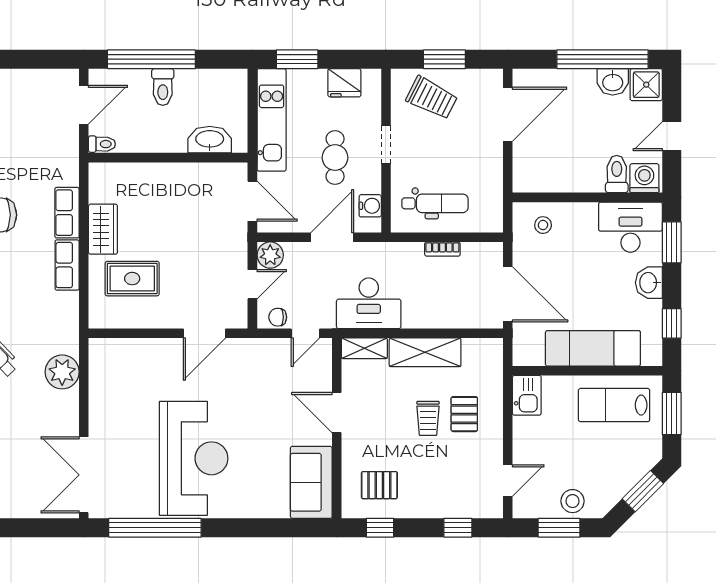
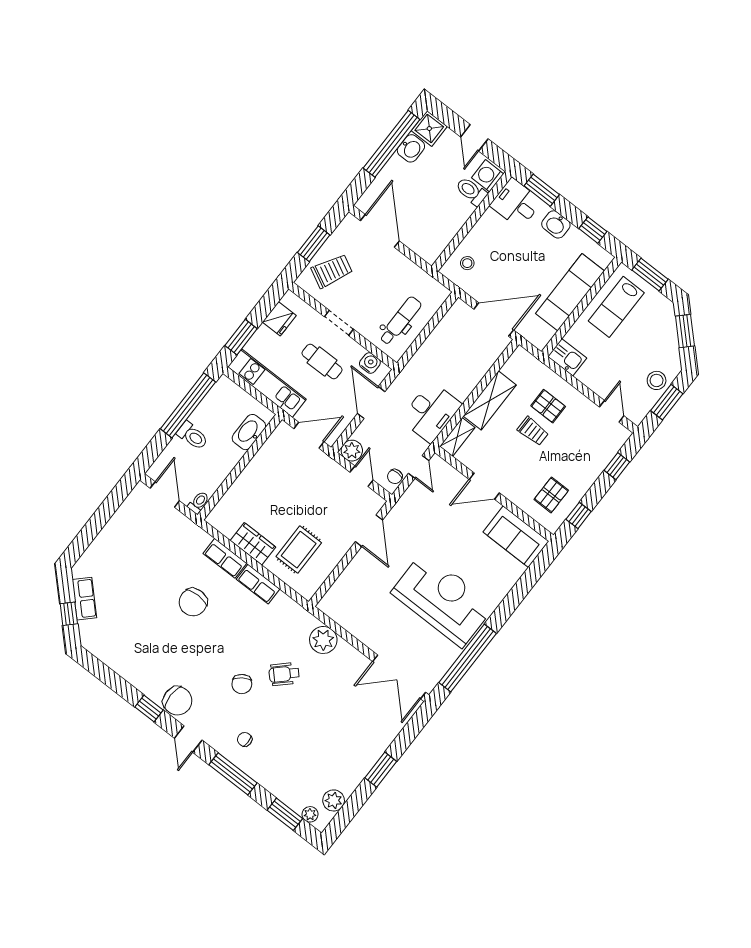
window: (151, 59) -> (188, 405), moved
desk: (630, 227) -> (516, 203), width x0.73
bookcase: (442, 249) -> (433, 339), removed

